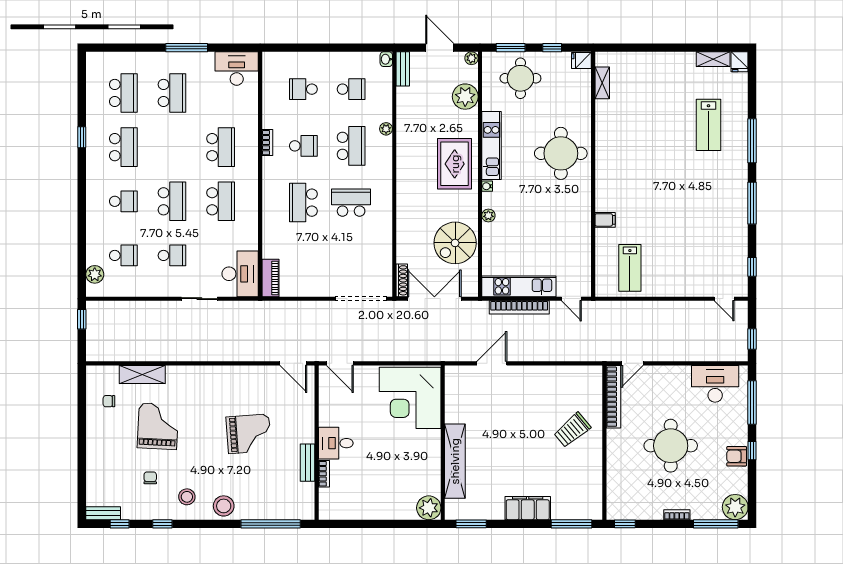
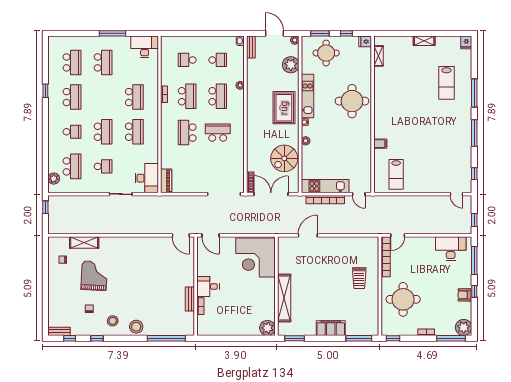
shelving: (713, 59) -> (424, 41), moved
school desk: (303, 146) -> (187, 96), width x1.85
school desk: (123, 255) -> (72, 166), width x1.85
trolley: (572, 430) -> (359, 278), turned -50
grand piano: (249, 434) -> (152, 281), removed
round table: (671, 446) -> (403, 299), moved

